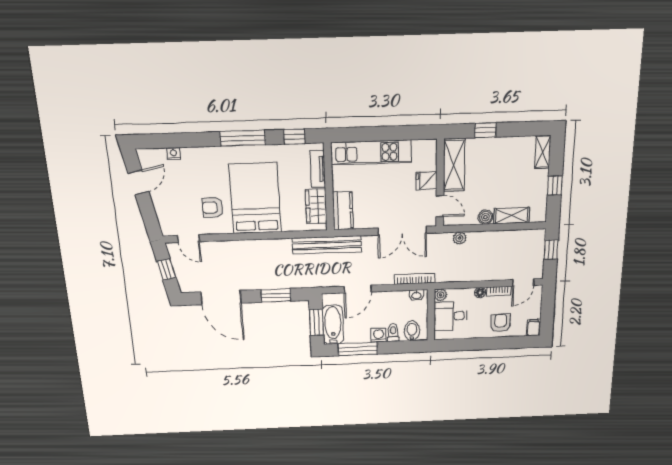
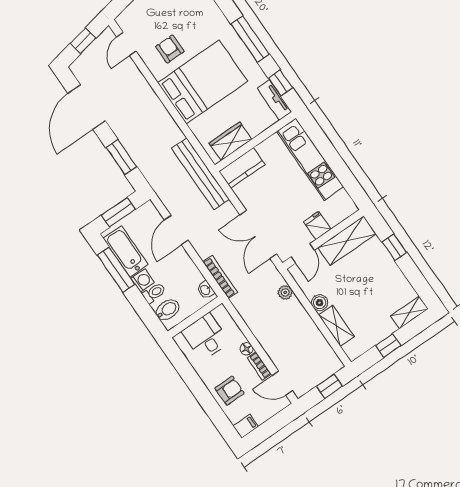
tv unit: (318, 169) -> (274, 100), moved, turned -90
door: (358, 289) -> (176, 230), hinge flipped
plant: (440, 295) -> (220, 313), removed
bathtub: (333, 325) -> (126, 251), moved, turned -90

